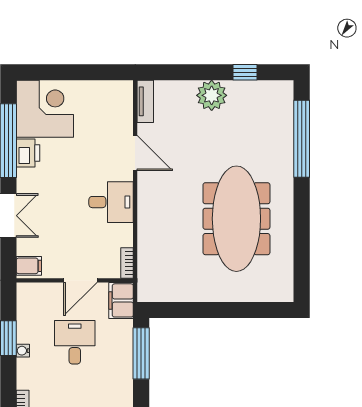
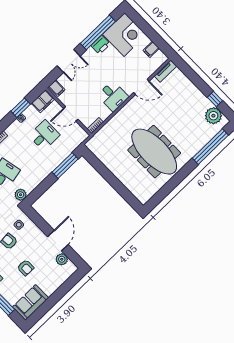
filing cabinet: (99, 92) -> (151, 49), added
plant: (212, 95) -> (213, 116), moved
door: (135, 153) -> (141, 87), hinge flipped
meeting table: (236, 219) -> (154, 152), turned 90
filing cabinet: (121, 300) -> (43, 101), moved, turned 180

